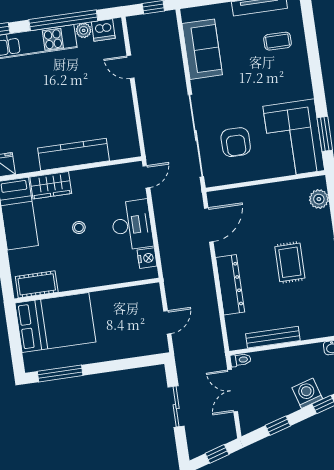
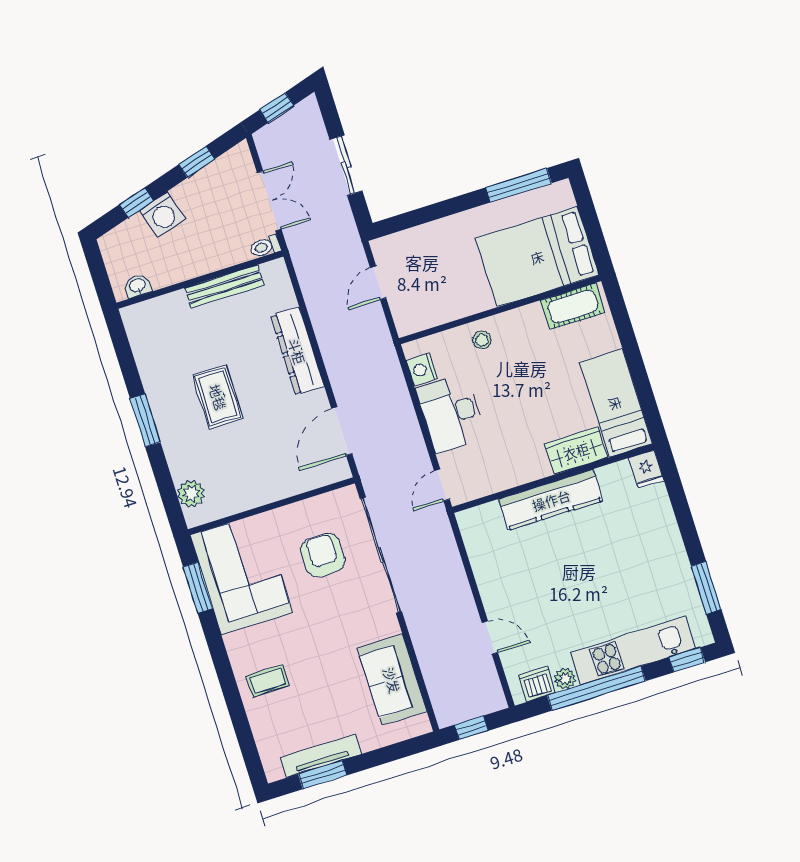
coffee table: (278, 41) -> (268, 681), moved
stool: (79, 227) -> (482, 340), moved

